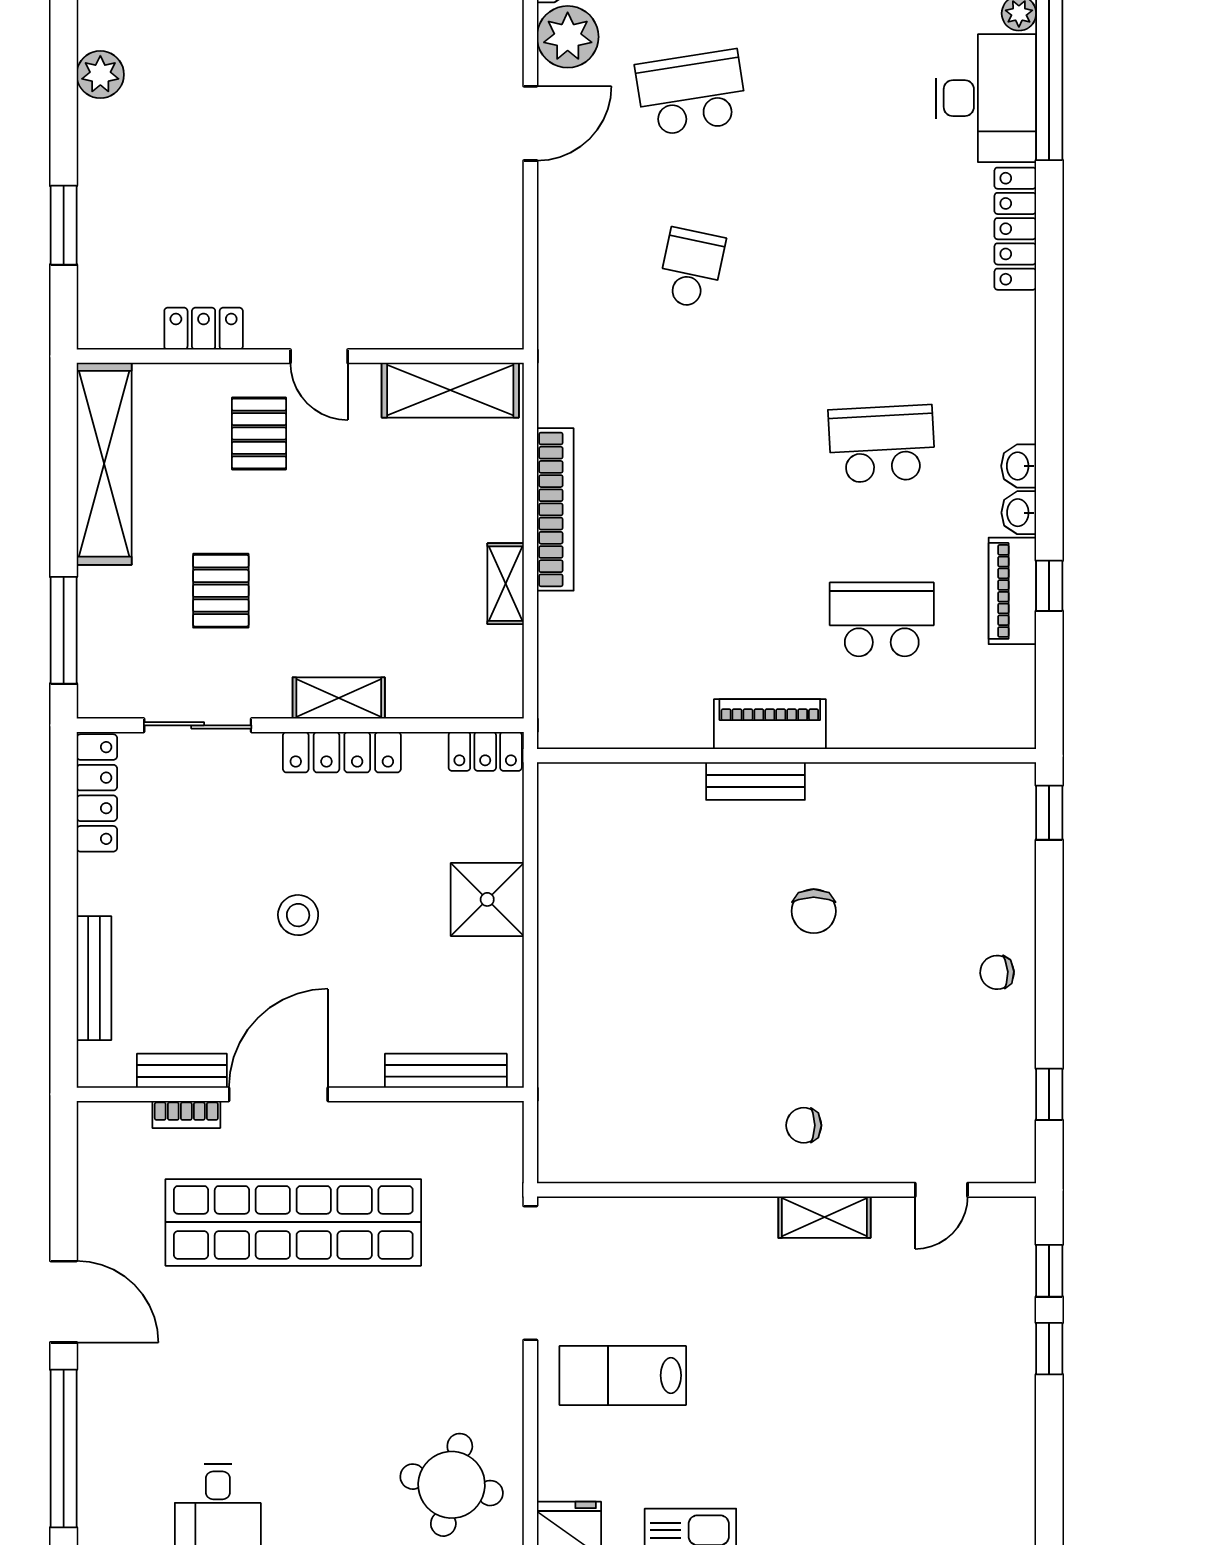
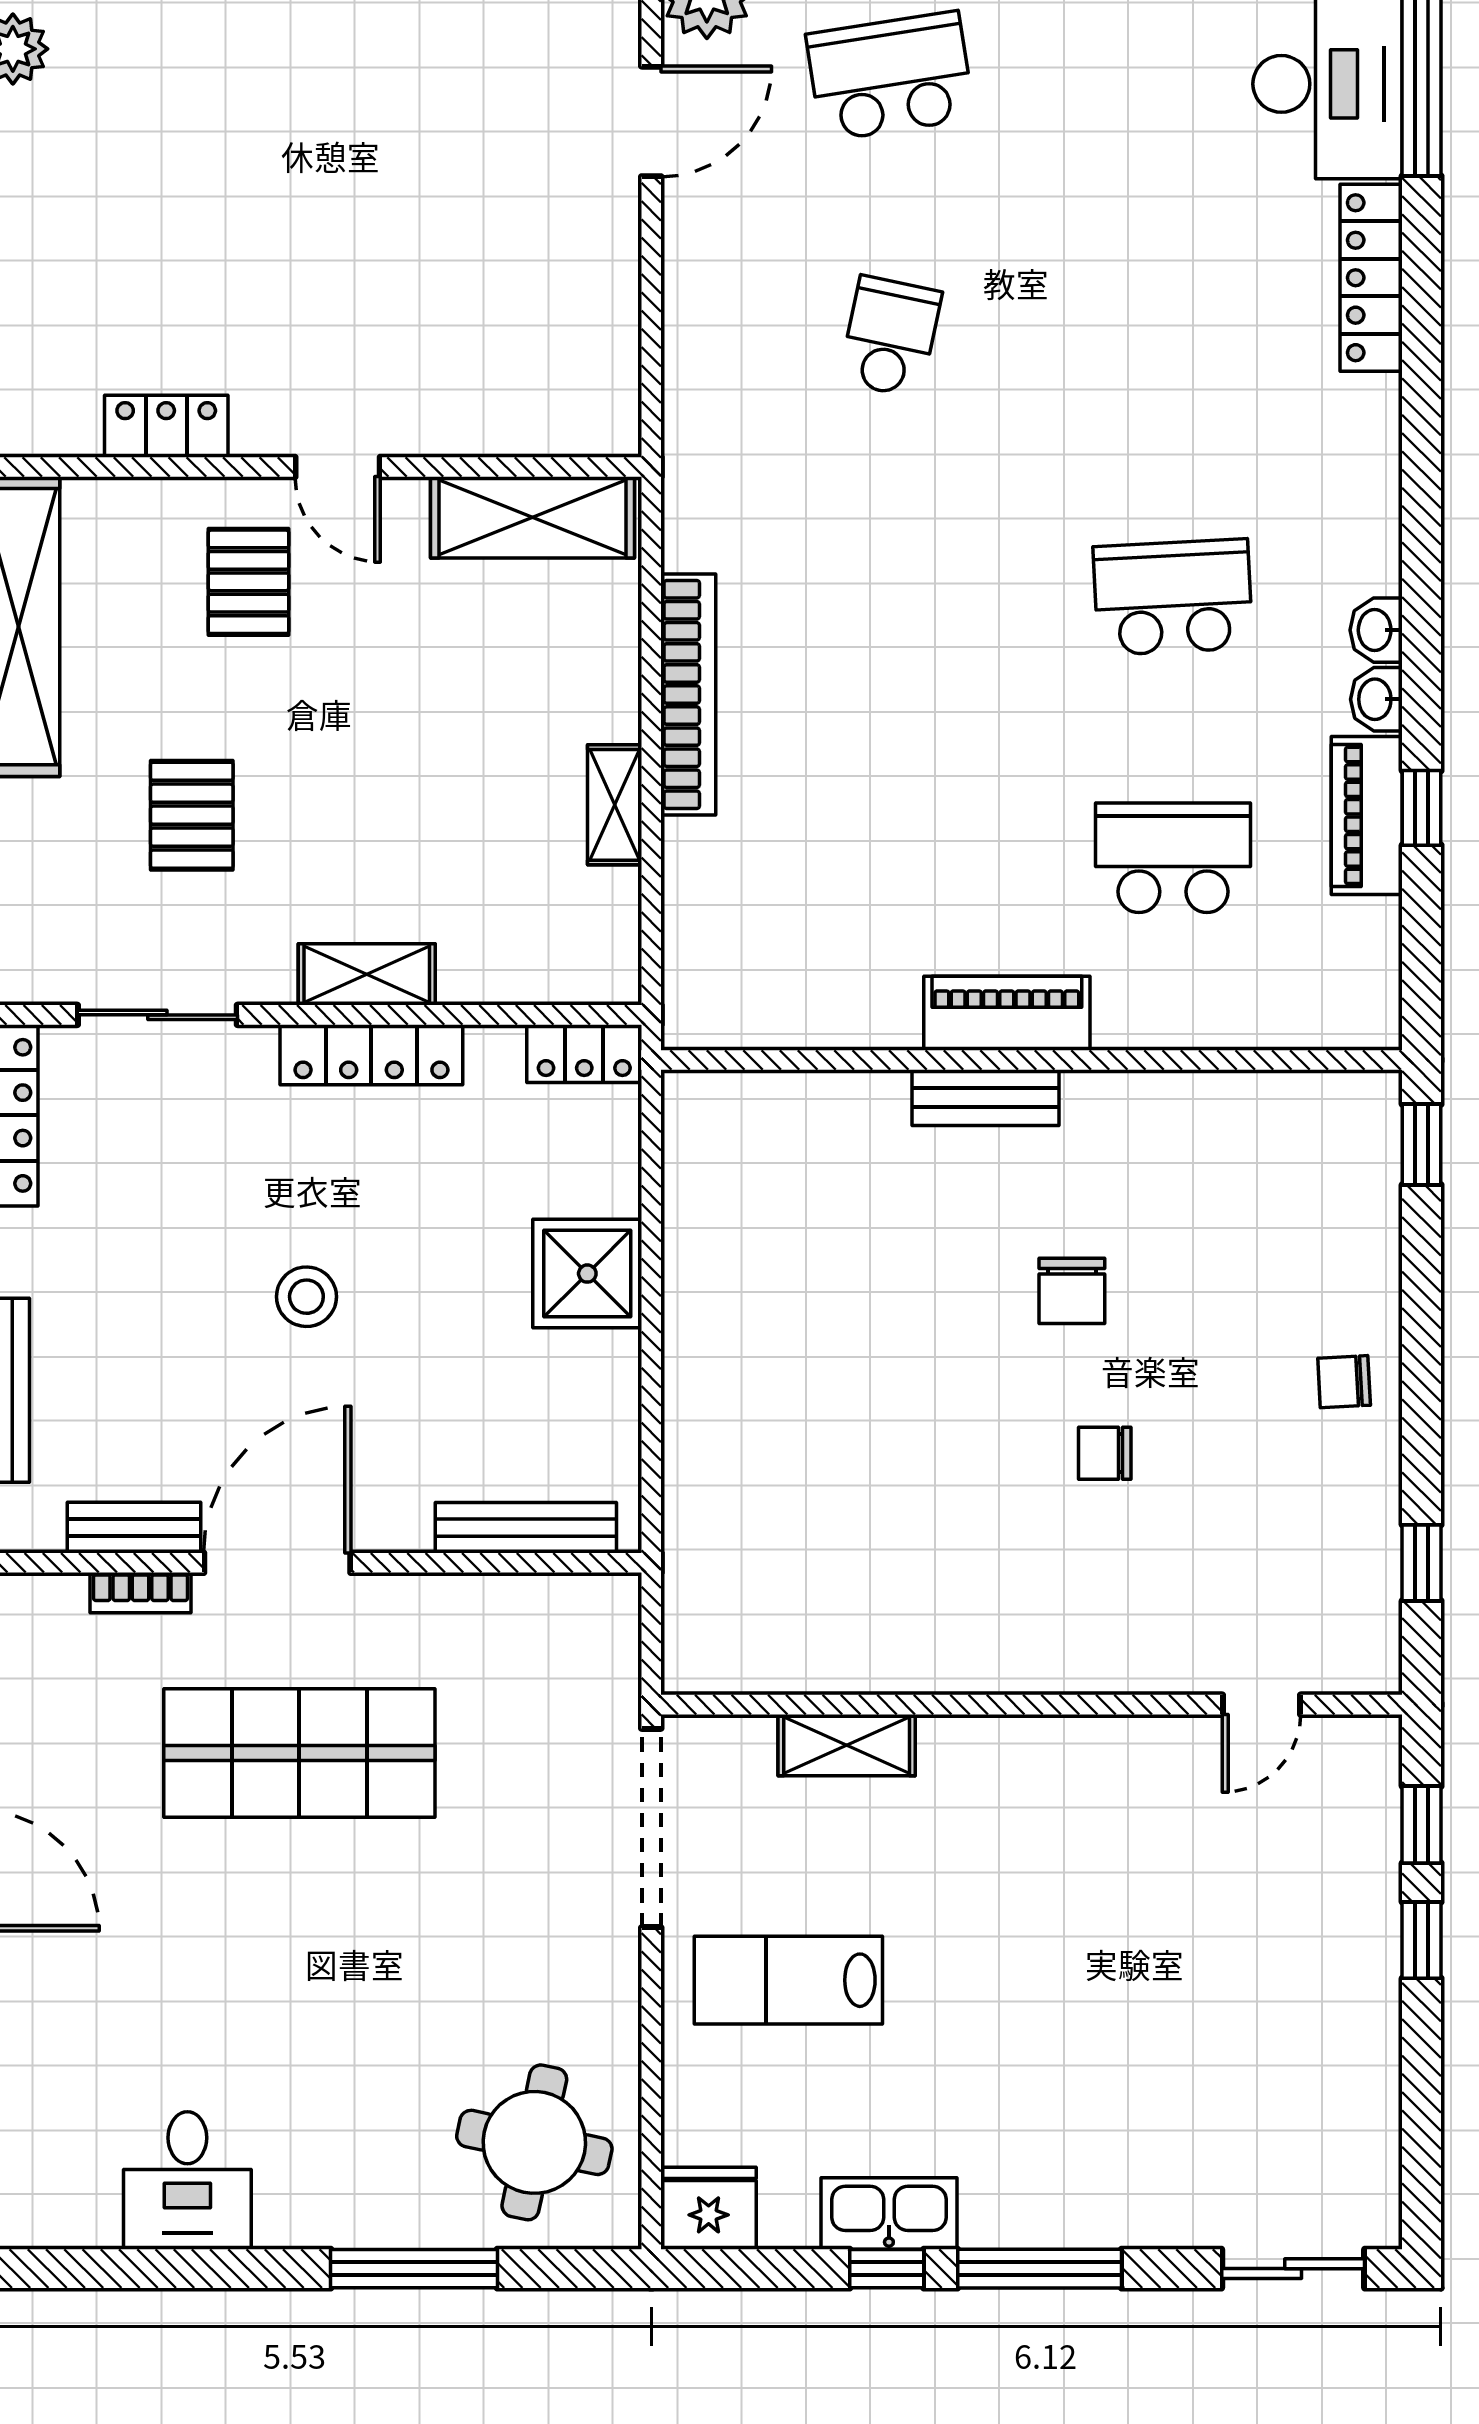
chair: (804, 1125) -> (1105, 1453), moved
shelving: (824, 1217) -> (847, 1745), moved
shop shelf: (293, 1222) -> (299, 1753), width x0.71

